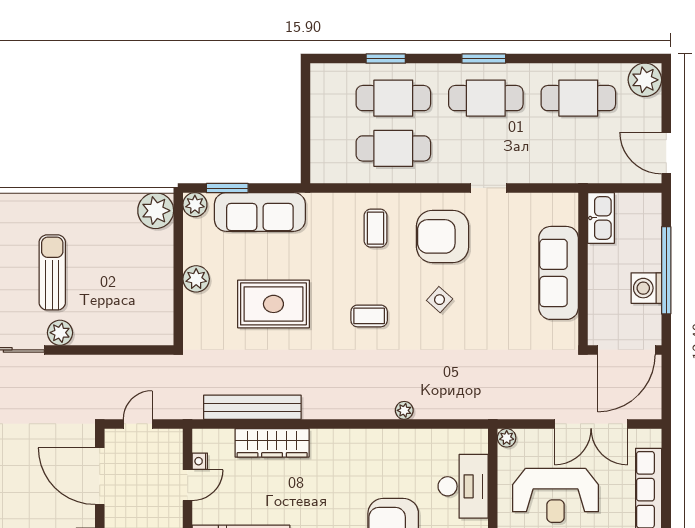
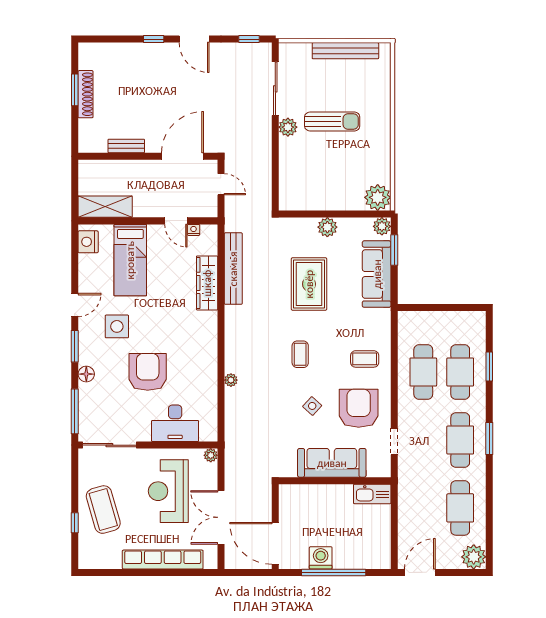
kitchen sink: (601, 218) -> (372, 494), moved
wall: (583, 269) -> (335, 481), moved
sofa: (559, 273) -> (332, 463), moved

